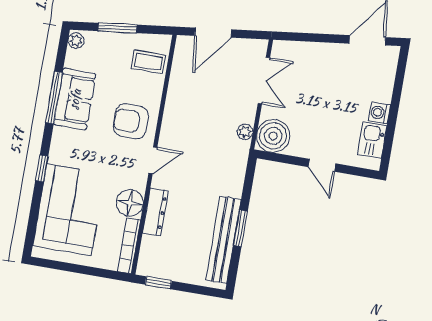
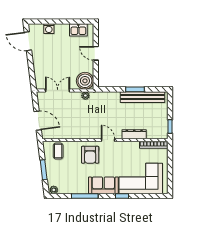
sofa: (75, 99) -> (103, 185), moved
washing machine: (379, 113) -> (49, 29), moved
door: (322, 165) -> (96, 53), swing flipped
floor lamp: (130, 203) -> (132, 148), removed

